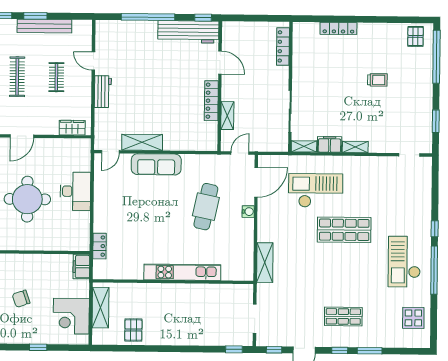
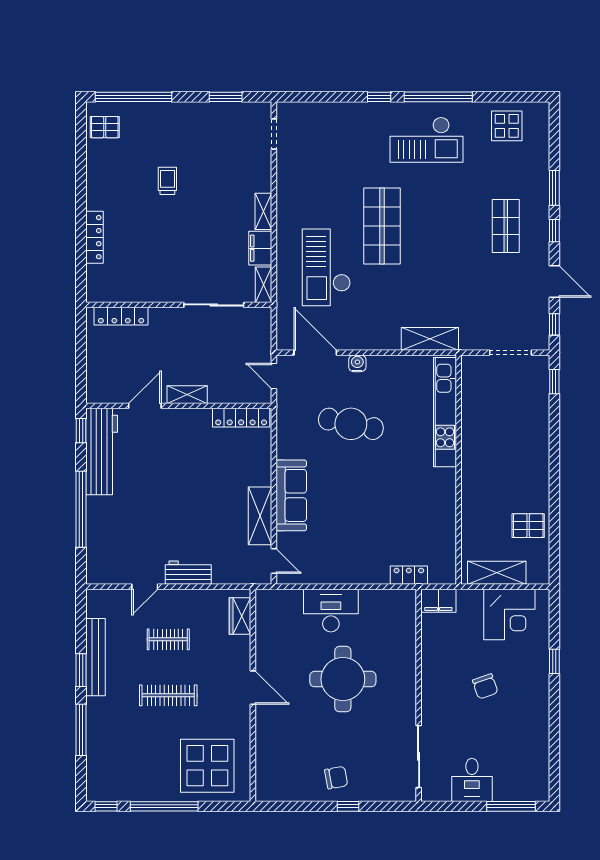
locker: (211, 101) -> (241, 418), moved
shelving: (227, 116) -> (187, 395), moved
kitchen unit: (182, 272) -> (445, 412), moved

